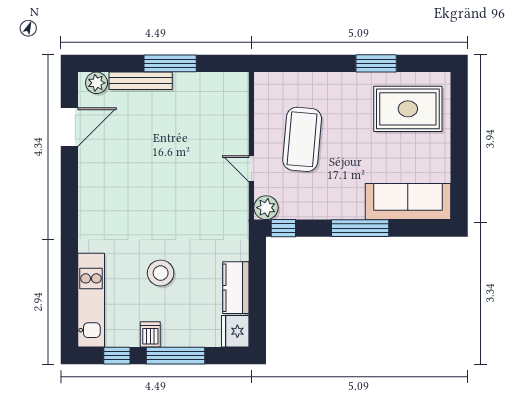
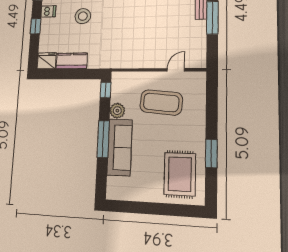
door: (251, 169) -> (176, 70), moved
sofa: (408, 202) -> (120, 147), moved
plant: (266, 208) -> (117, 111), moved
window: (176, 356) -> (36, 26), width x0.46

